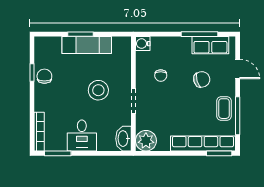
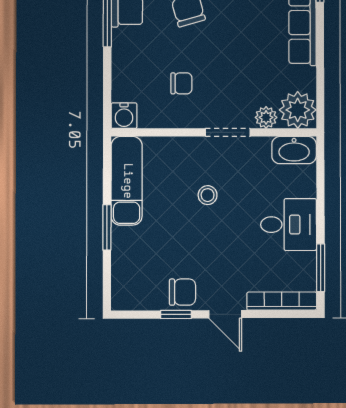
exam couch: (87, 45) -> (127, 181), moved
chair: (44, 76) -> (182, 292), turned 180
stool: (98, 90) -> (208, 195), width x0.53, depth x0.53
door: (32, 100) -> (225, 314), added
plant: (142, 123) -> (266, 117), added

